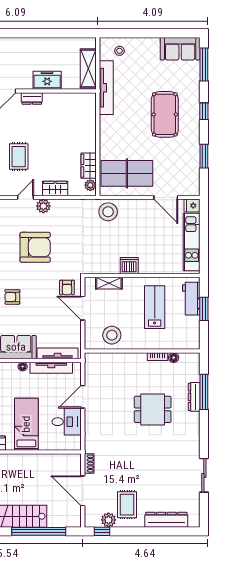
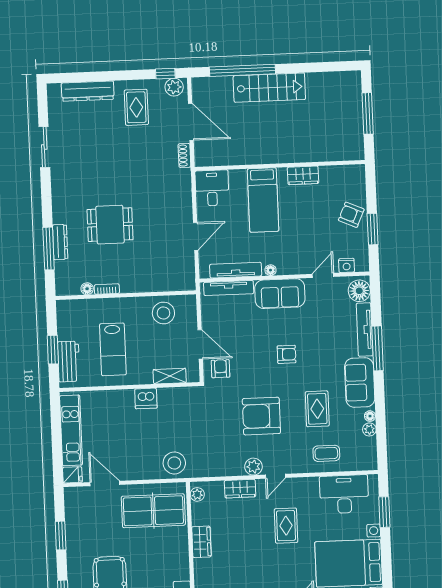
wardrobe: (89, 166) -> (201, 542), moved
desk: (67, 422) -> (212, 188), moved, turned 90
plant: (108, 520) -> (174, 87), moved

